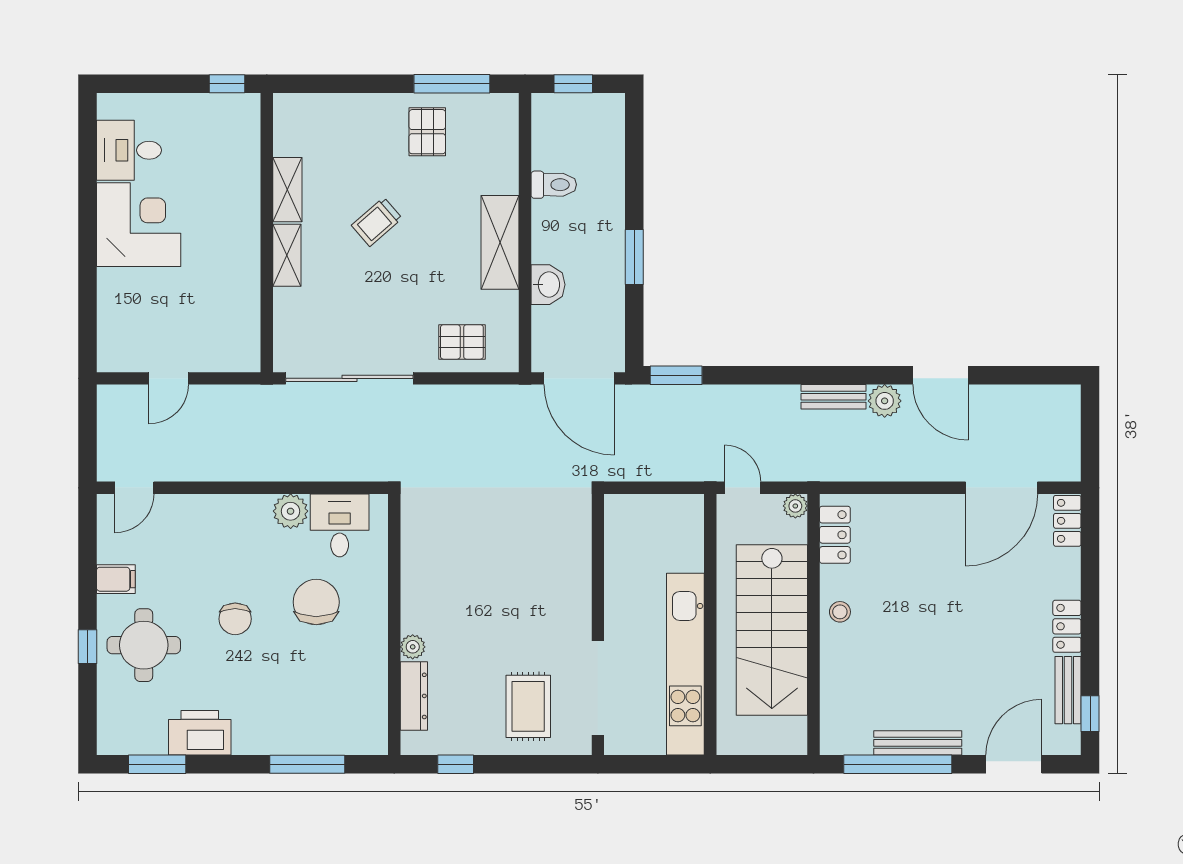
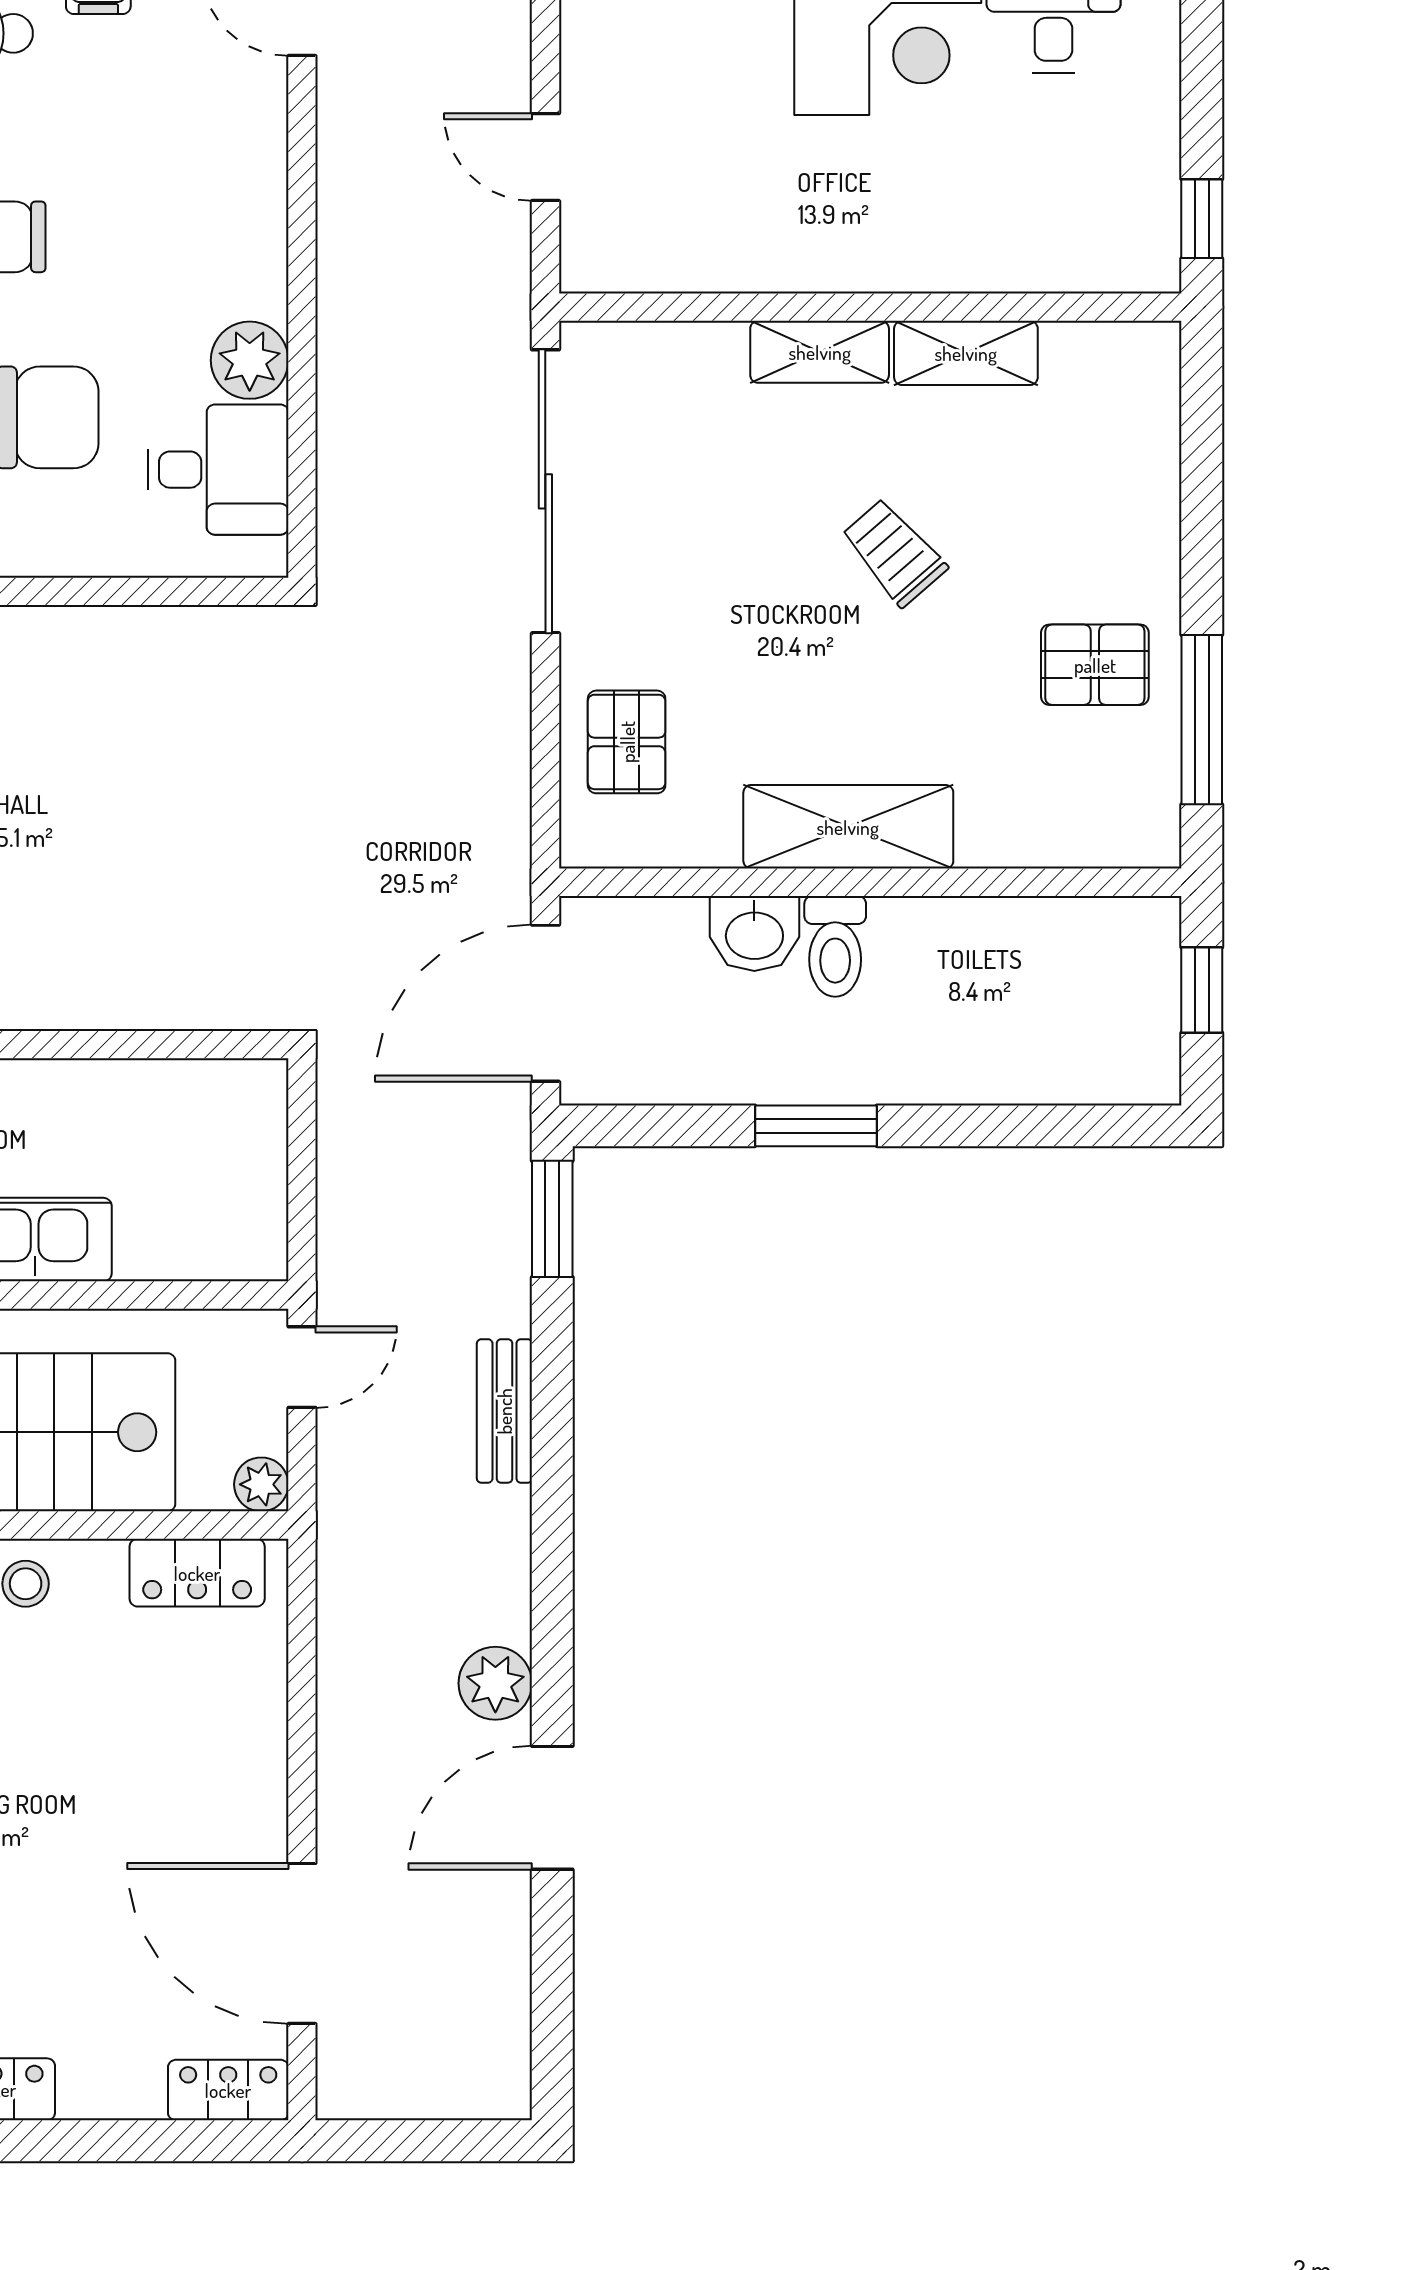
toilet: (554, 185) -> (835, 946), moved
door: (169, 378) -> (545, 157), moved
bench: (833, 397) -> (504, 1411), moved

